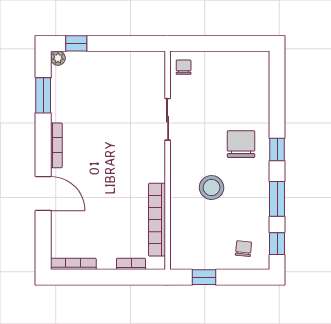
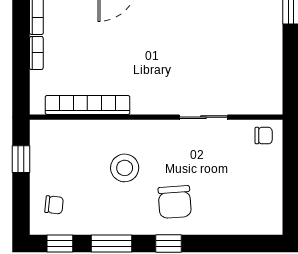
chair: (241, 144) -> (175, 202), turned 86
bookcase: (131, 264) -> (36, 53), moved

